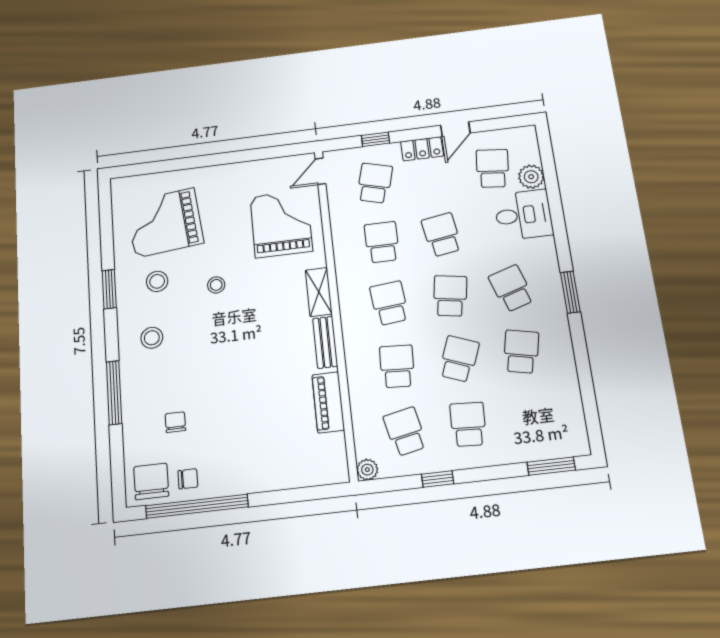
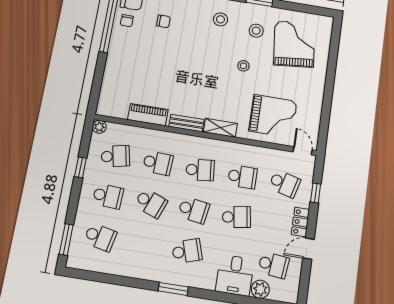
door: (455, 129) -> (309, 249), hinge flipped
school desk: (521, 352) -> (100, 237), moved

